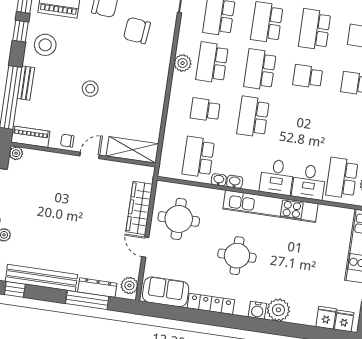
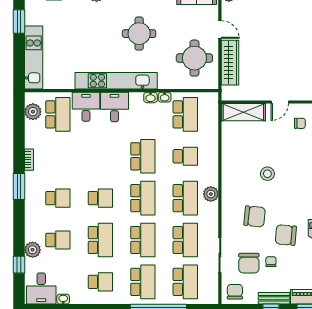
stool: (90, 89) -> (267, 174), moved
chair: (67, 141) -> (300, 123), moved

